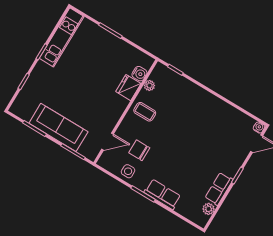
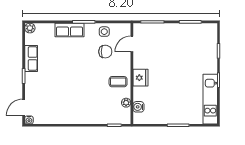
fridge: (128, 88) -> (140, 78), moved
sofa: (58, 127) -> (173, 33), removed
plant: (209, 209) -> (30, 28), moved

